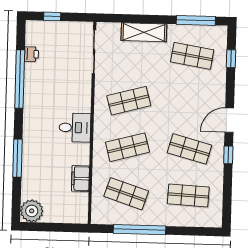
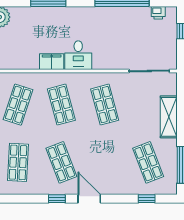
printer: (31, 54) -> (158, 13), moved
shop shelf: (192, 56) -> (148, 162), turned -30
shop shelf: (190, 149) -> (61, 162), turned -36
filing cabinet: (80, 179) -> (52, 62), moved

